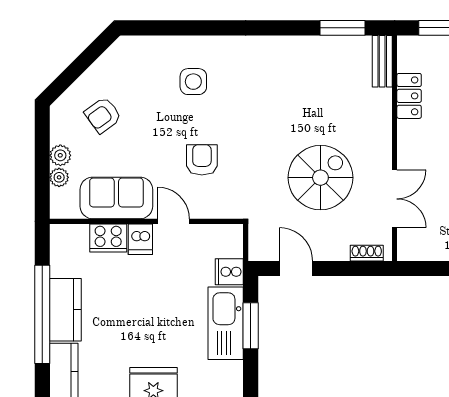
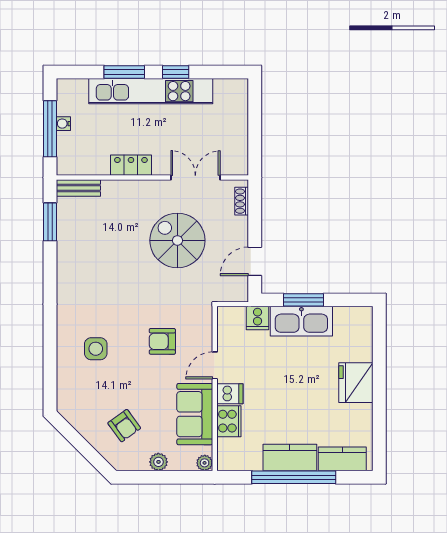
locker: (409, 96) -> (131, 165), moved
plant: (59, 177) -> (205, 463), moved

